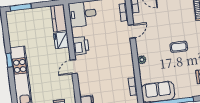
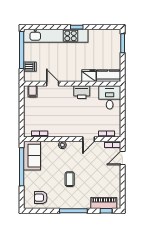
door: (132, 31) -> (89, 139), hinge flipped
door: (74, 67) -> (53, 84), moved

